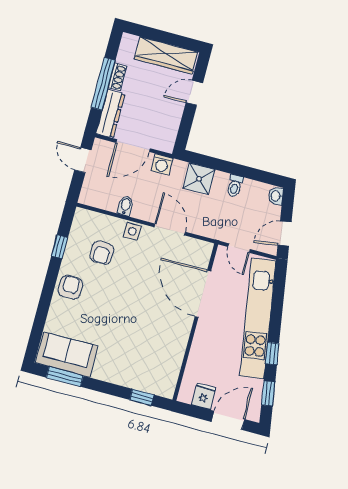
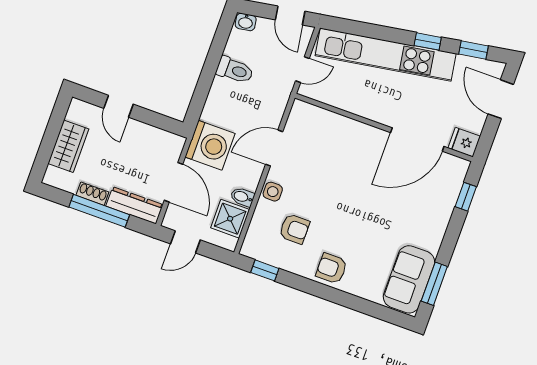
wardrobe: (166, 55) -> (68, 146), width x0.67
washing machine: (162, 164) -> (210, 145), width x1.89, depth x1.89
shower: (199, 179) -> (230, 219), moved
toilet: (235, 186) -> (235, 70), width x1.37, depth x1.39
window: (60, 247) -> (265, 270), moved
door: (203, 294) -> (417, 139), moved
fridge: (204, 396) -> (464, 142), moved

